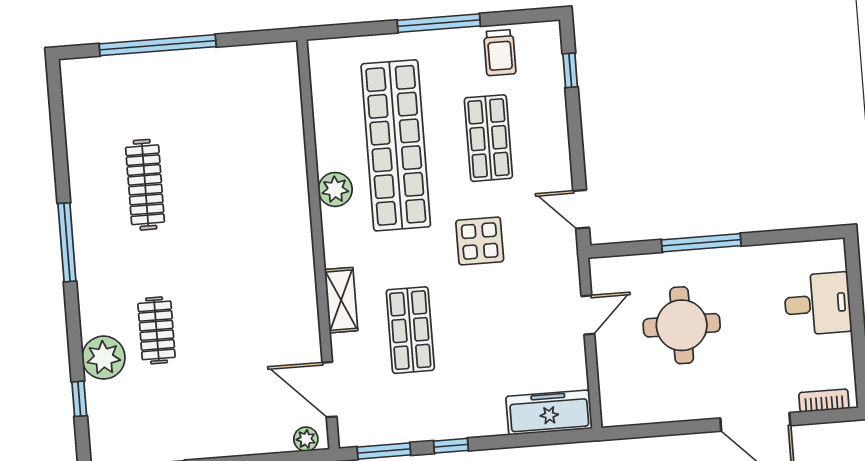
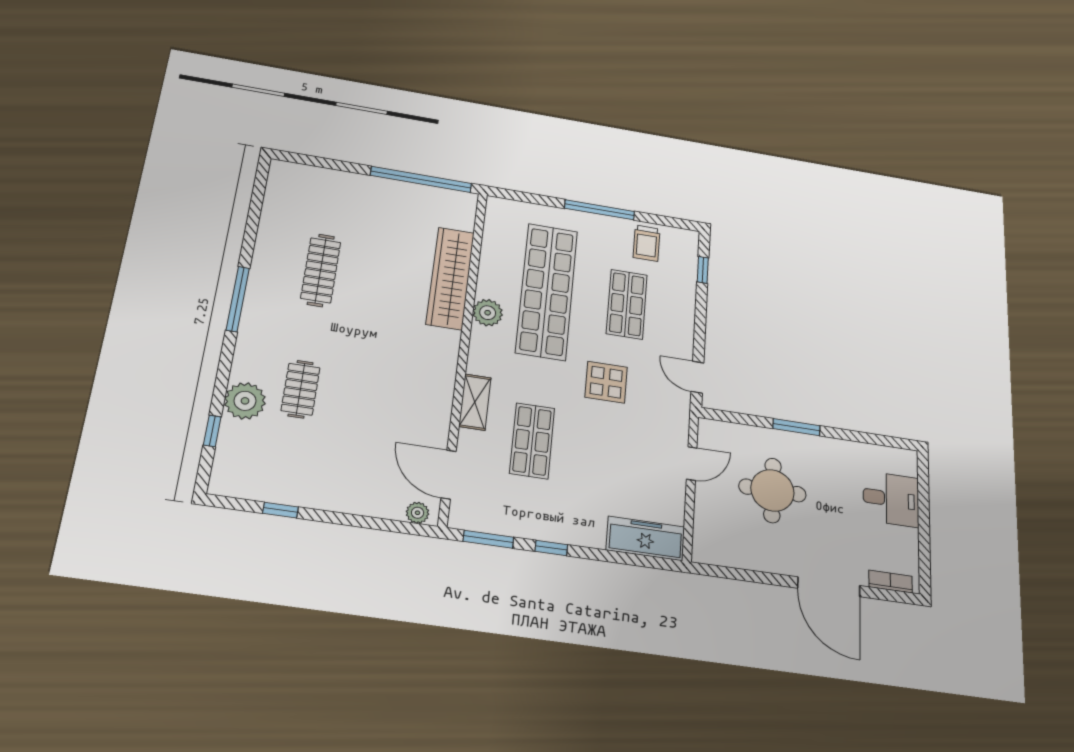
window: (158, 45) -> (421, 179), moved
wardrobe: (286, 157) -> (450, 278), added
window: (701, 243) -> (796, 427), width x0.69

